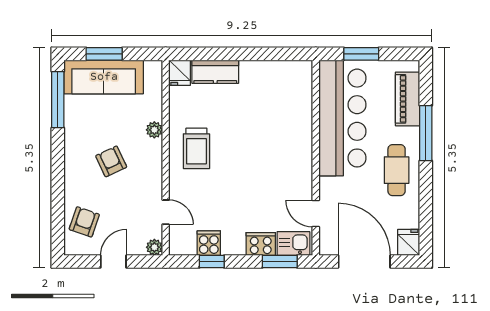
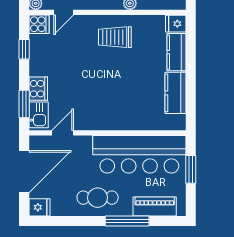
kitchen counter: (266, 73) -> (175, 93), added
cooker: (209, 243) -> (39, 24), moved

